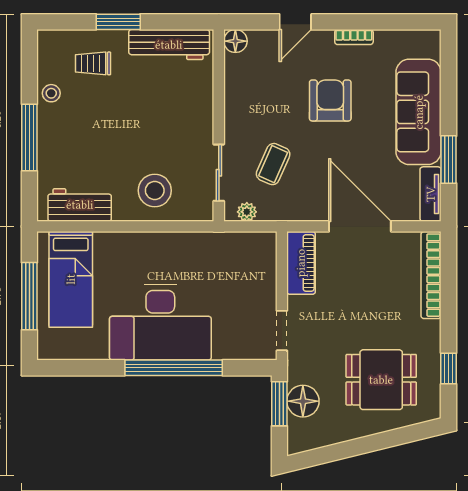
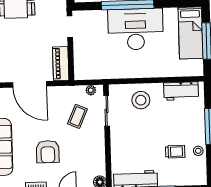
trolley: (93, 63) -> (175, 152), moved
bed: (71, 279) -> (191, 33), moved, turned 180

